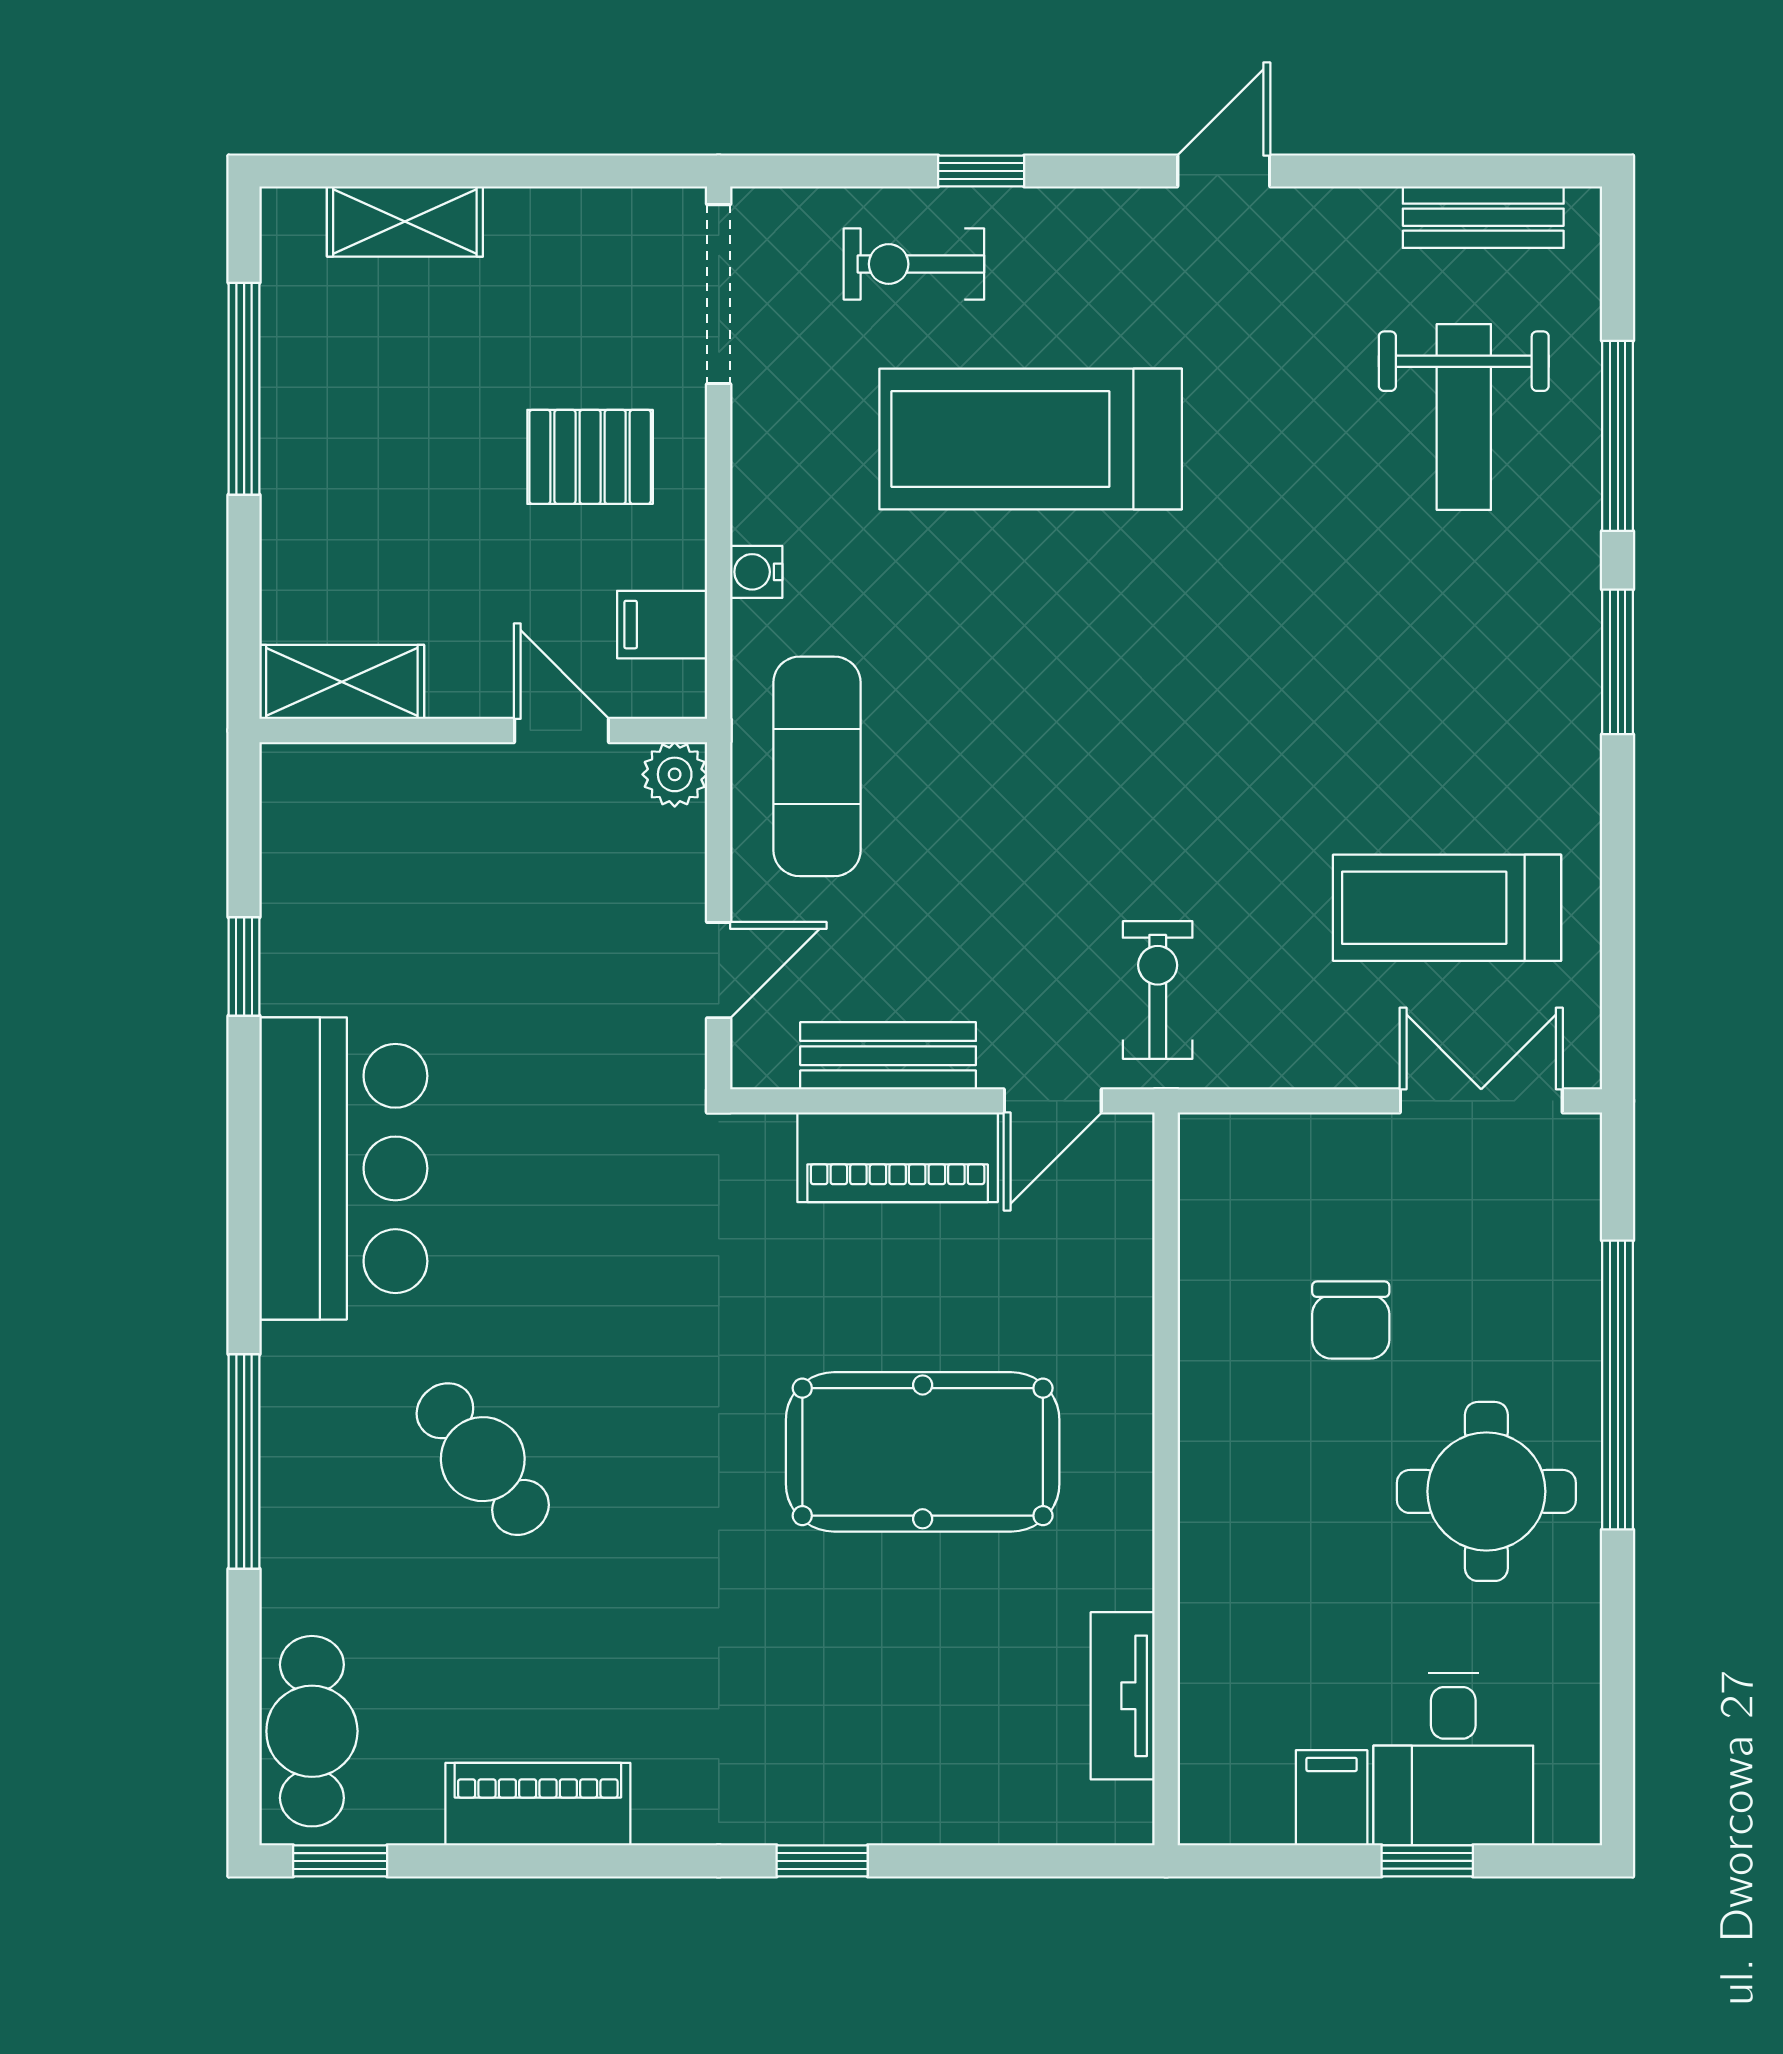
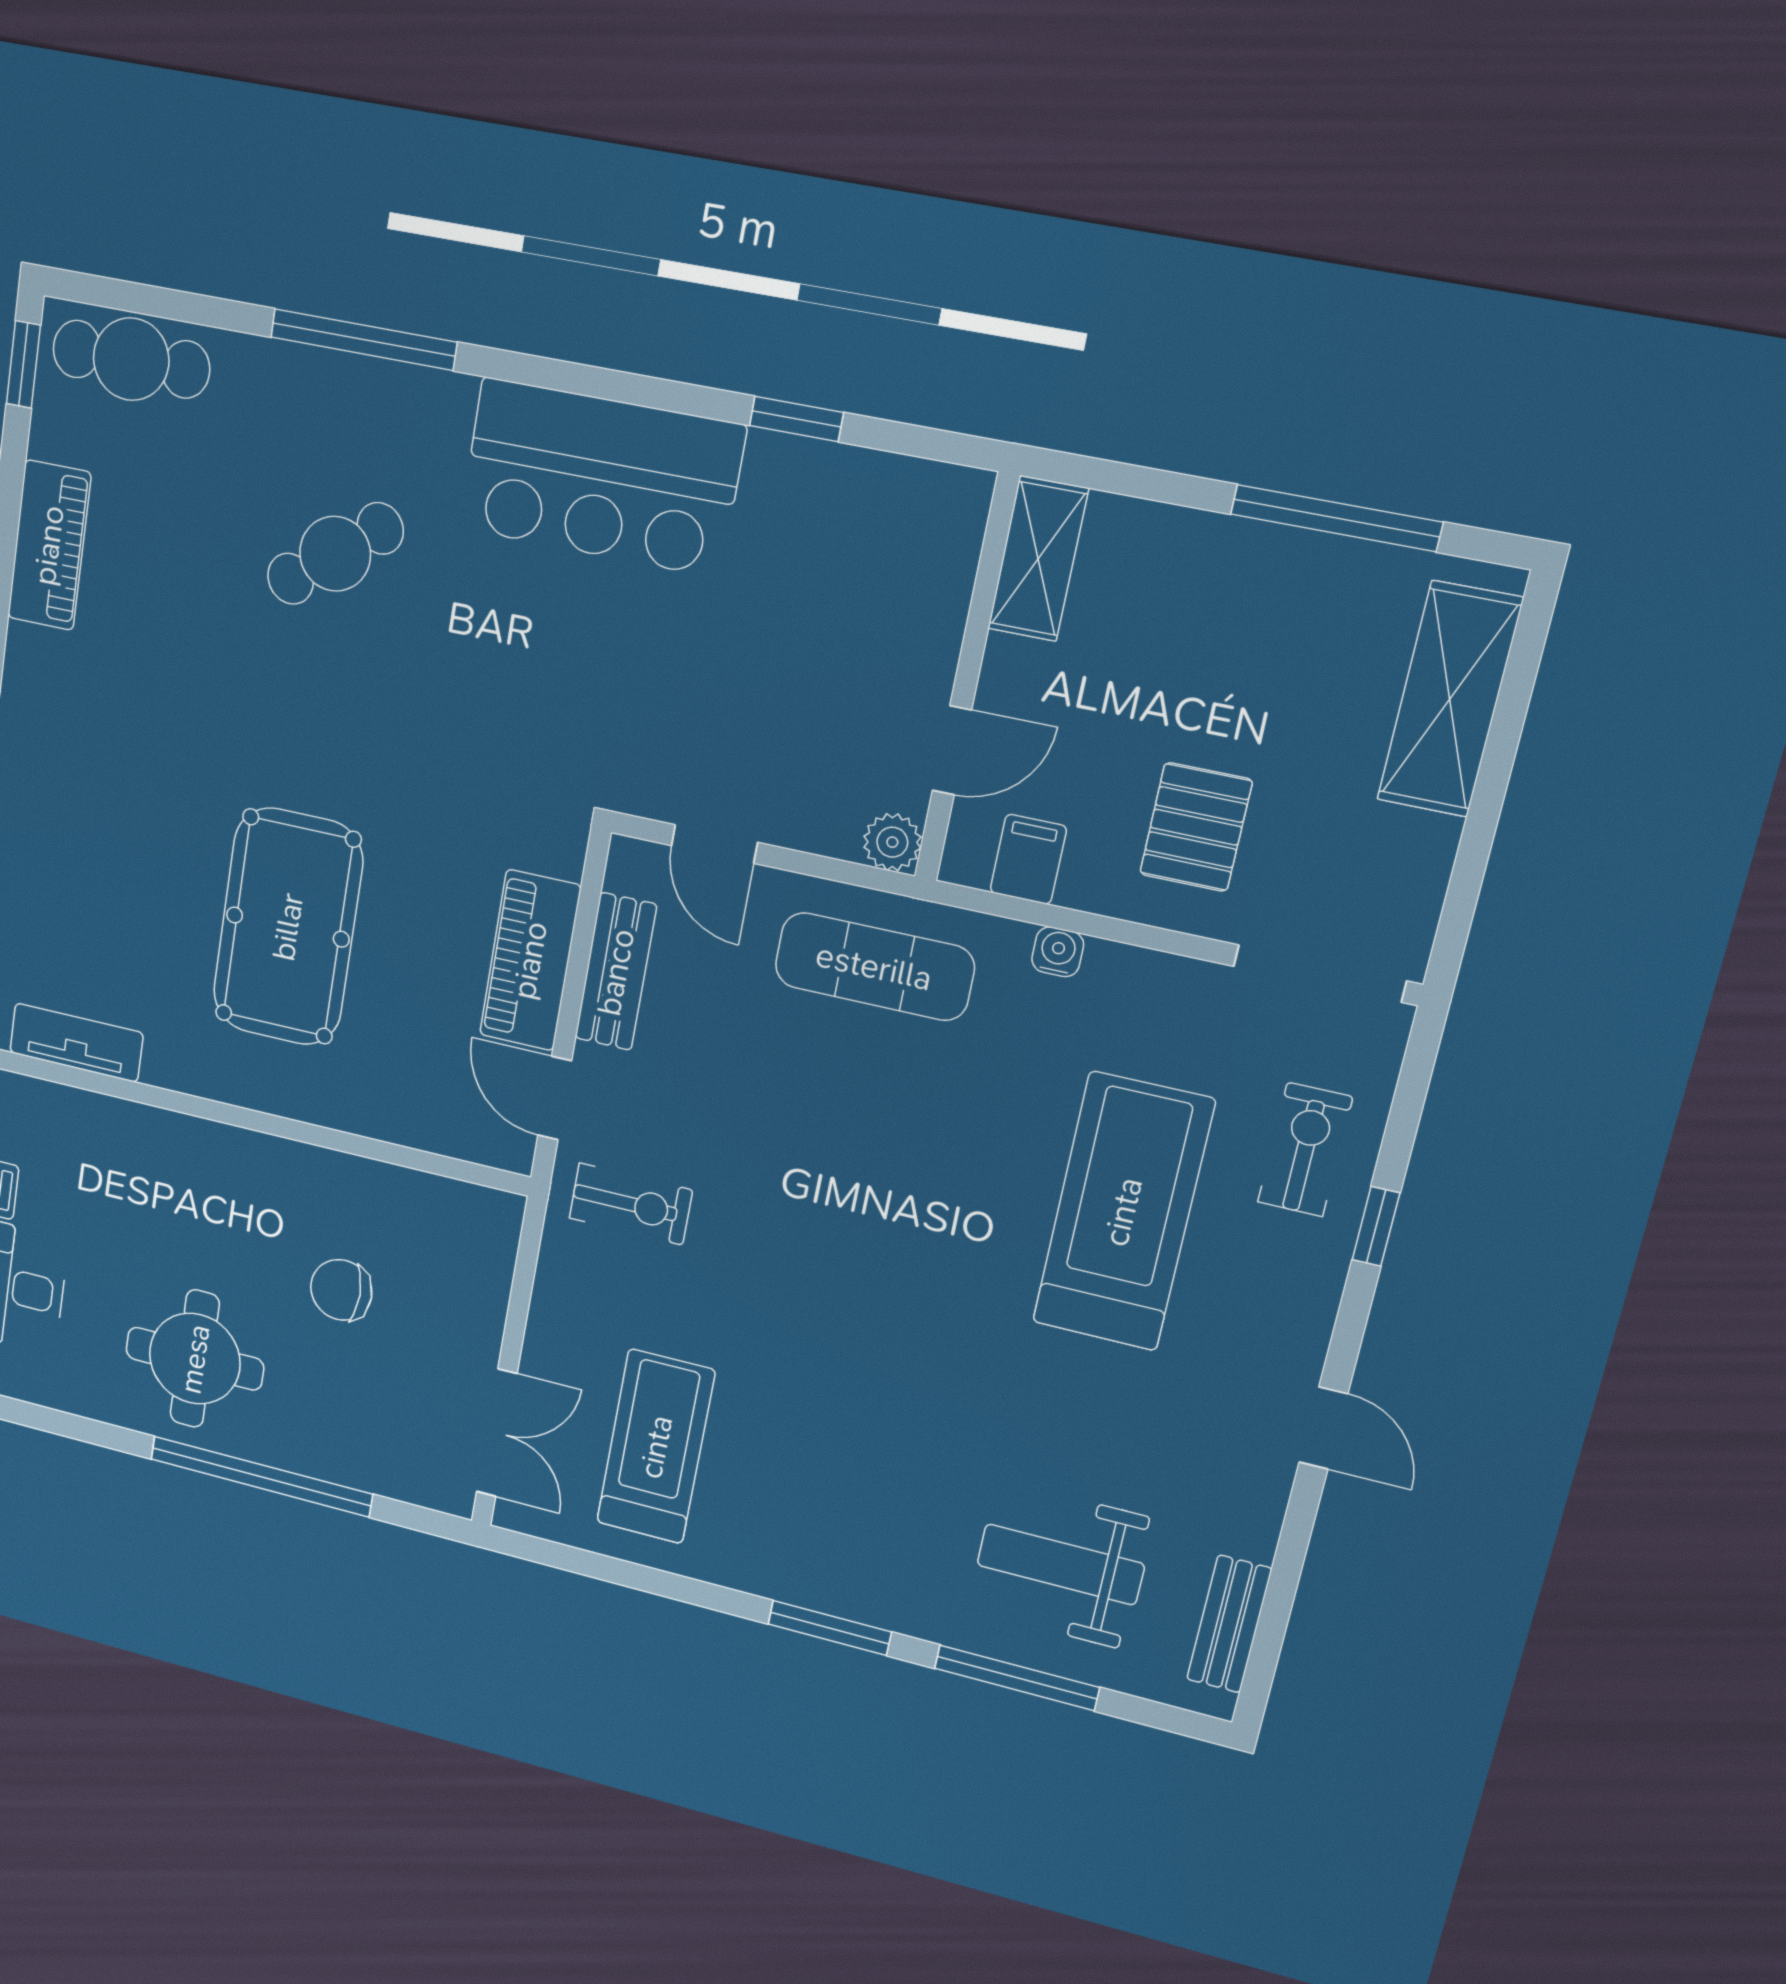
shelving: (405, 222) -> (1450, 699), width x1.50, depth x1.33

